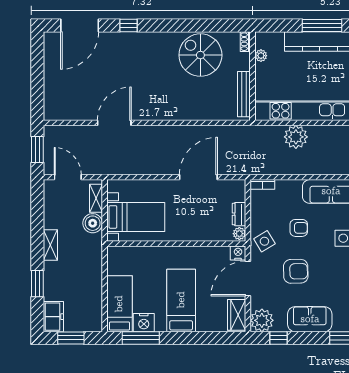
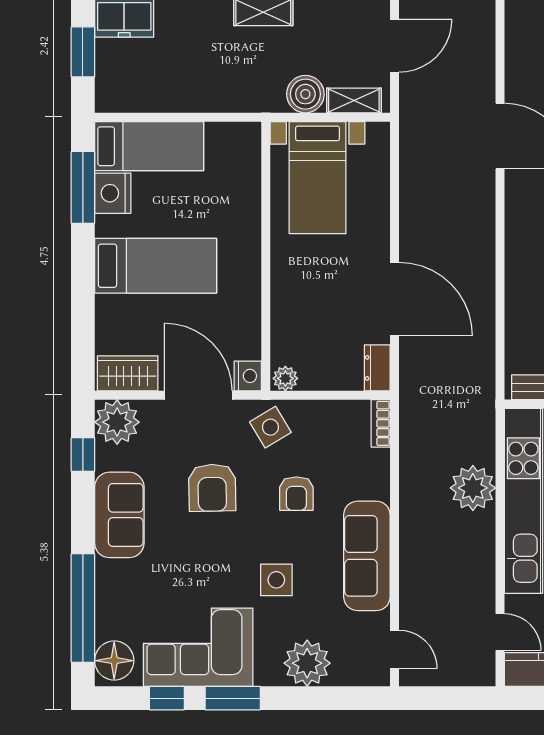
dresser: (239, 214) -> (377, 368), moved, turned -90

